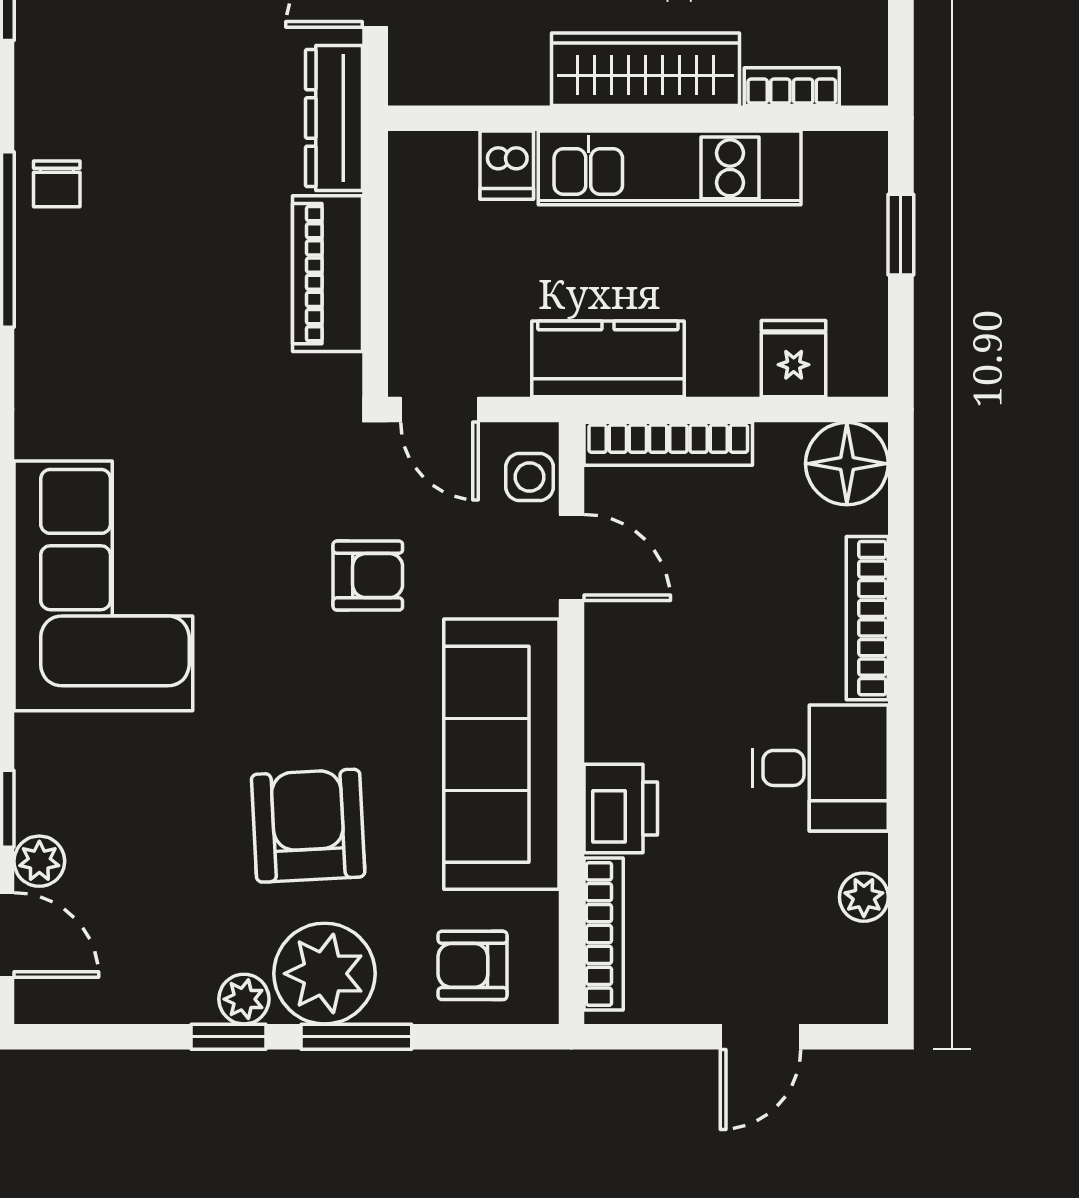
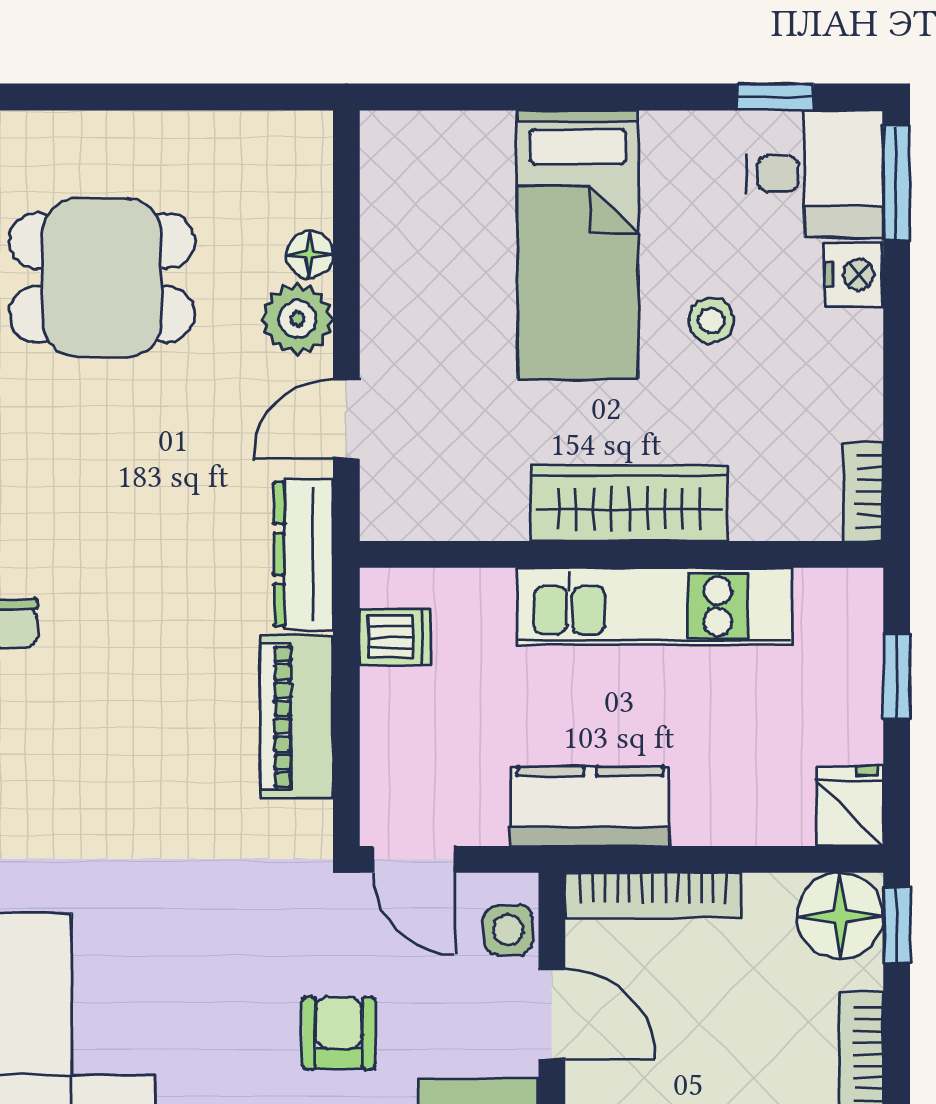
bookcase: (792, 87) -> (864, 492), moved, turned -90
dishwasher: (507, 165) -> (396, 637), moved, turned -90
fridge: (794, 359) -> (850, 806), moved
window: (901, 473) -> (897, 926), added
armchair: (368, 576) -> (339, 1033), turned -90

